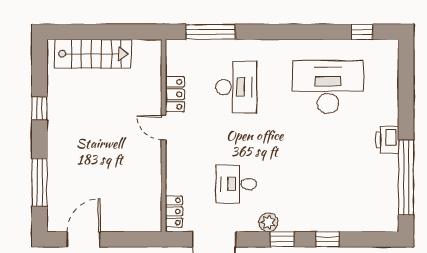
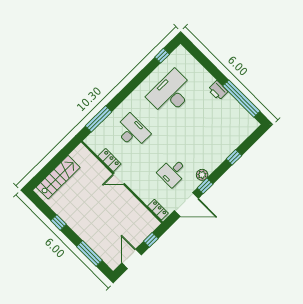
window: (129, 239) -> (151, 240), added
window: (282, 239) -> (205, 186), moved

